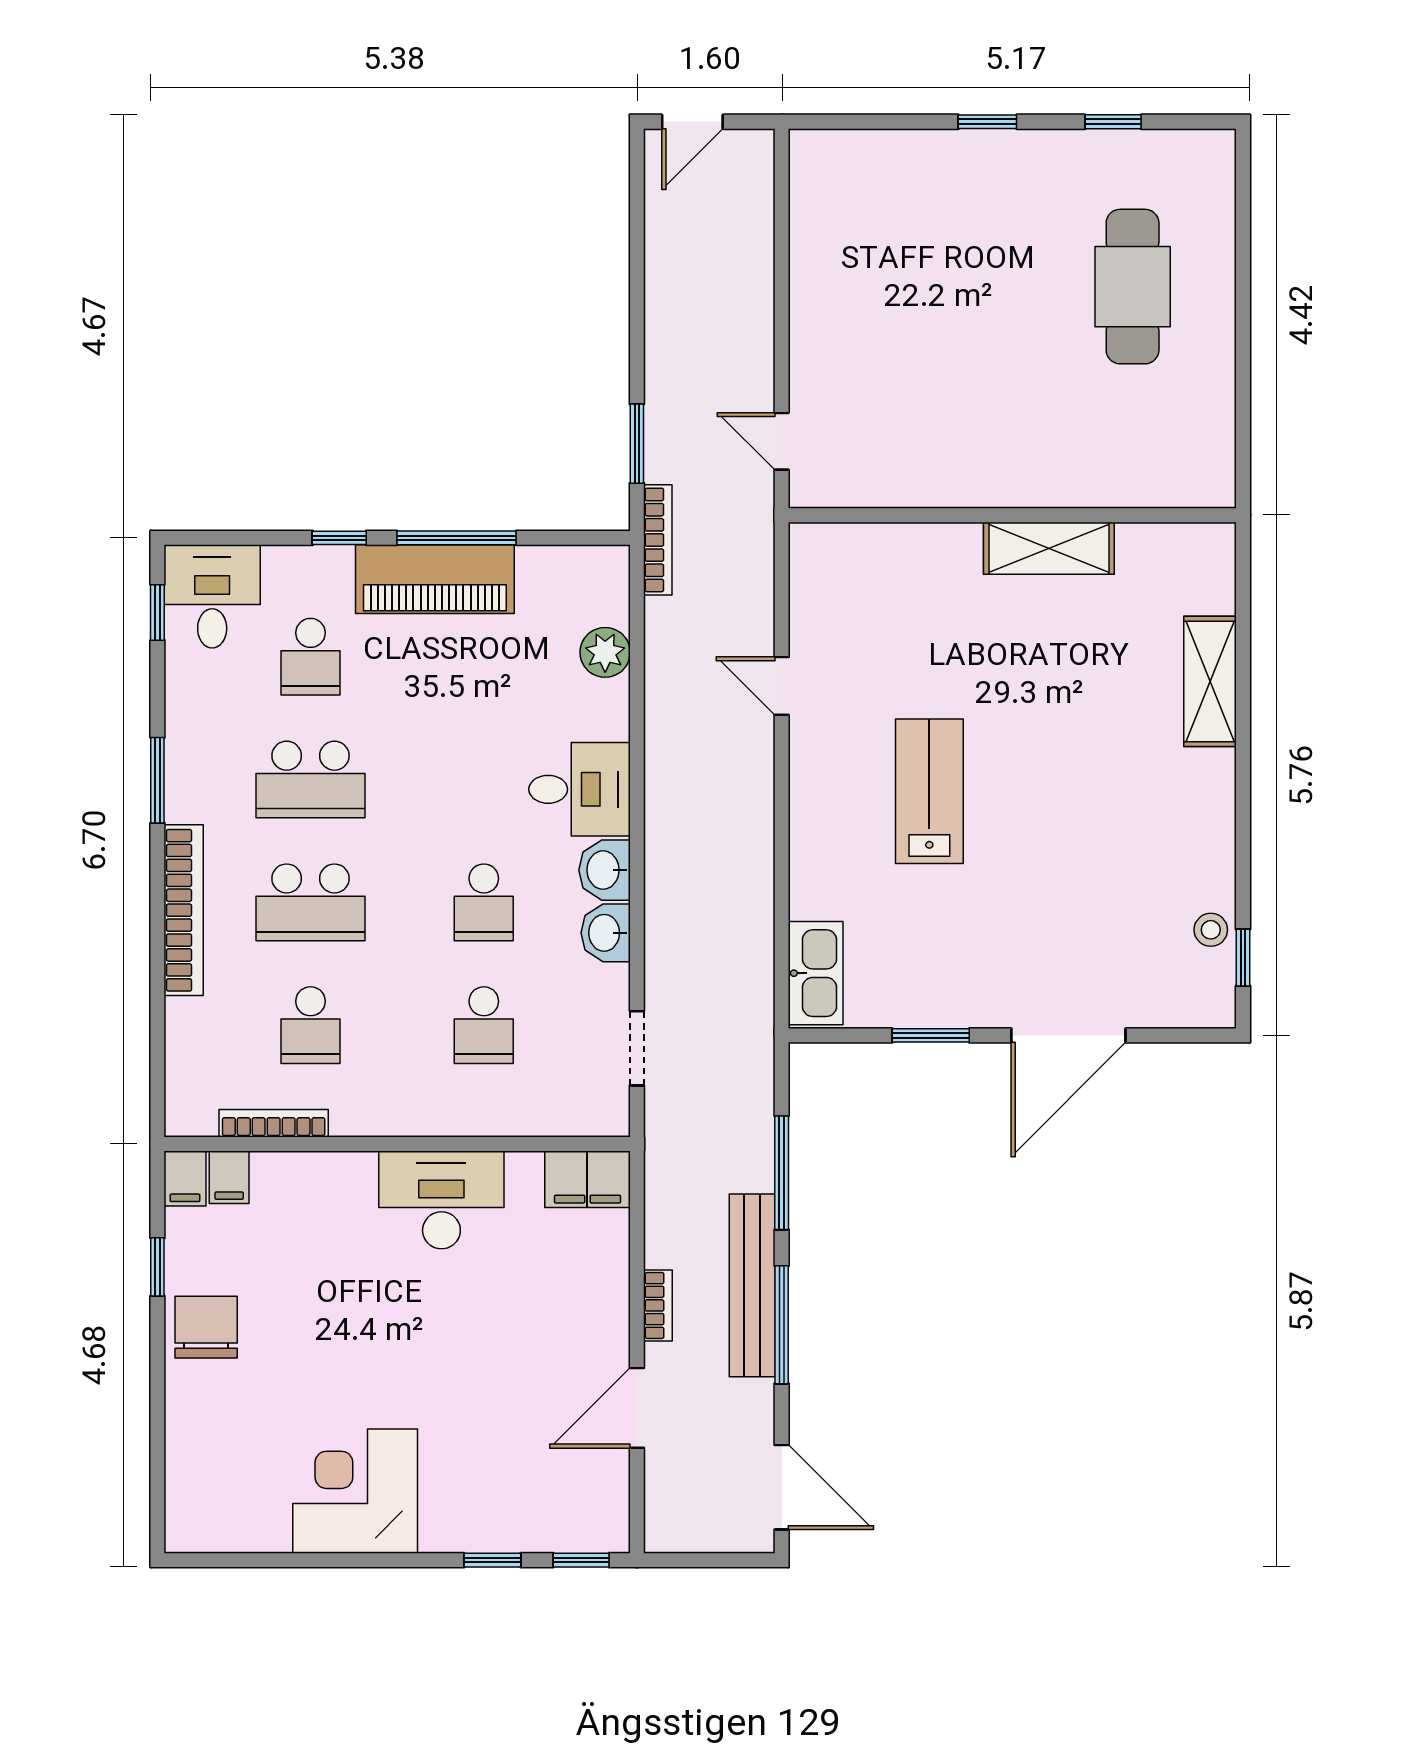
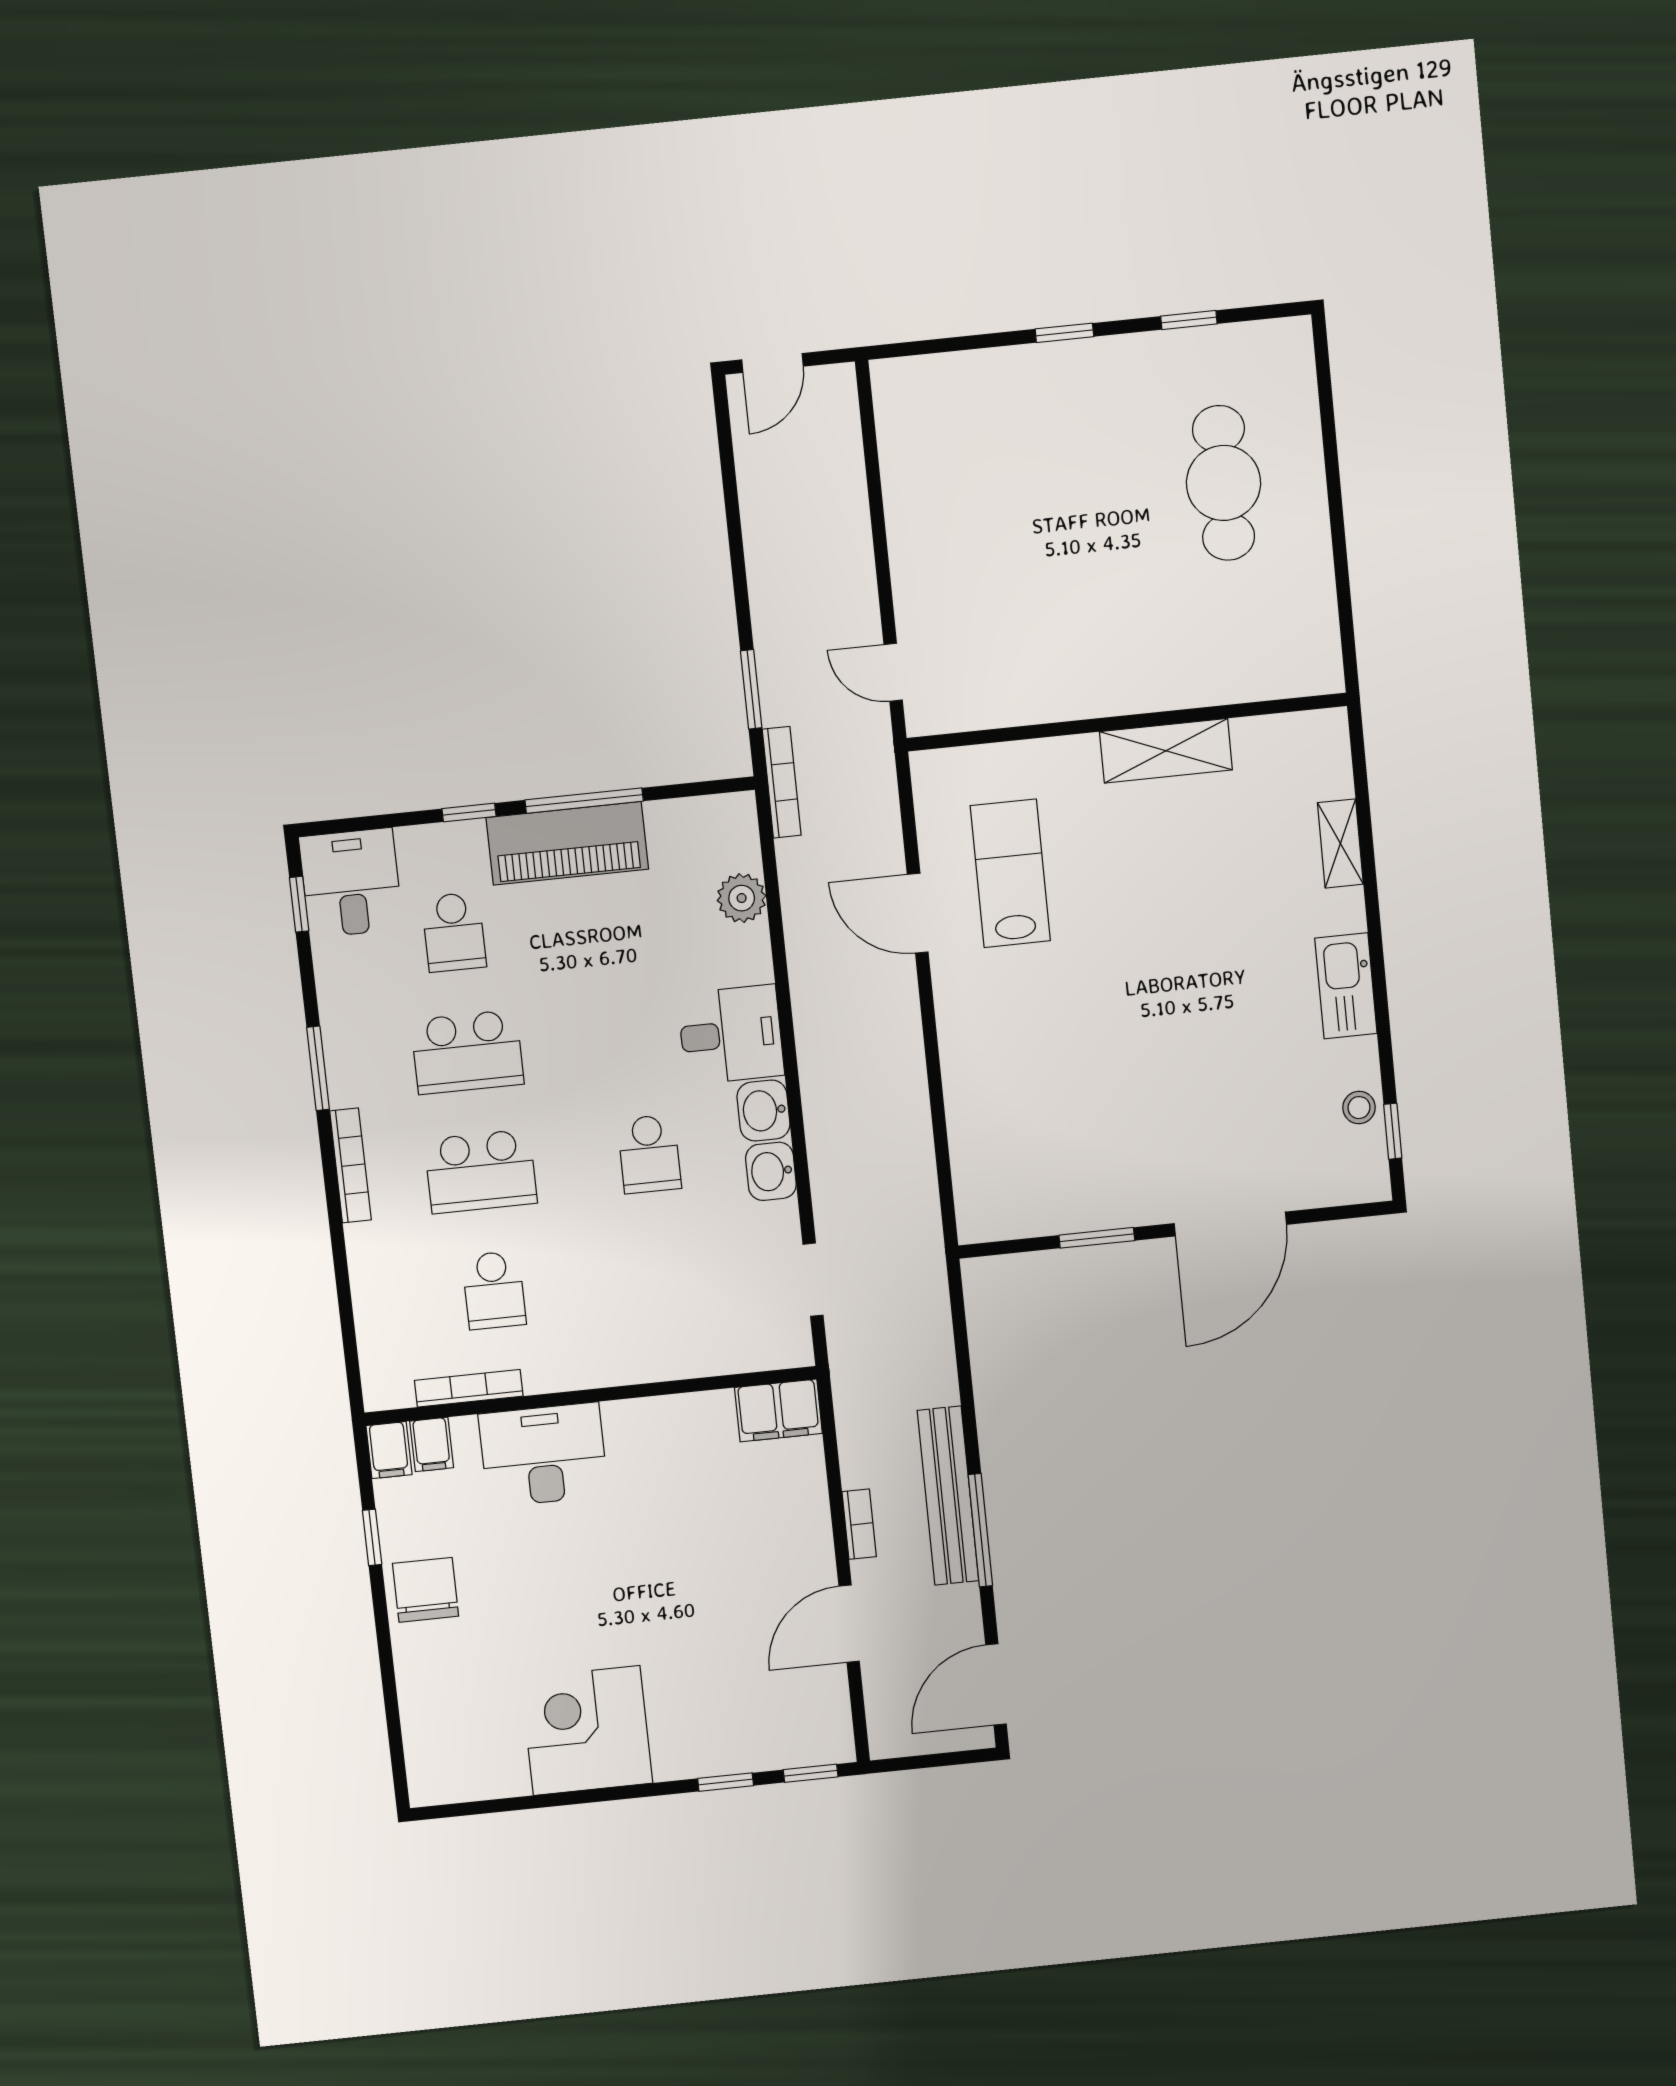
shelving: (1210, 681) -> (1340, 843), width x0.67, depth x0.75
door: (782, 686) -> (918, 913), width x1.38
lab bench: (929, 791) -> (1010, 873), moved
bookcase: (184, 910) -> (350, 1165), width x0.68, depth x0.76
kitchen sink: (816, 973) -> (1346, 986), moved, turned 180
school desk: (484, 1025) -> (662, 1273), removed
window: (782, 1173) -> (966, 1385), removed
desk: (441, 1200) -> (543, 1455), moved
door: (782, 1487) -> (996, 1684), swing flipped

